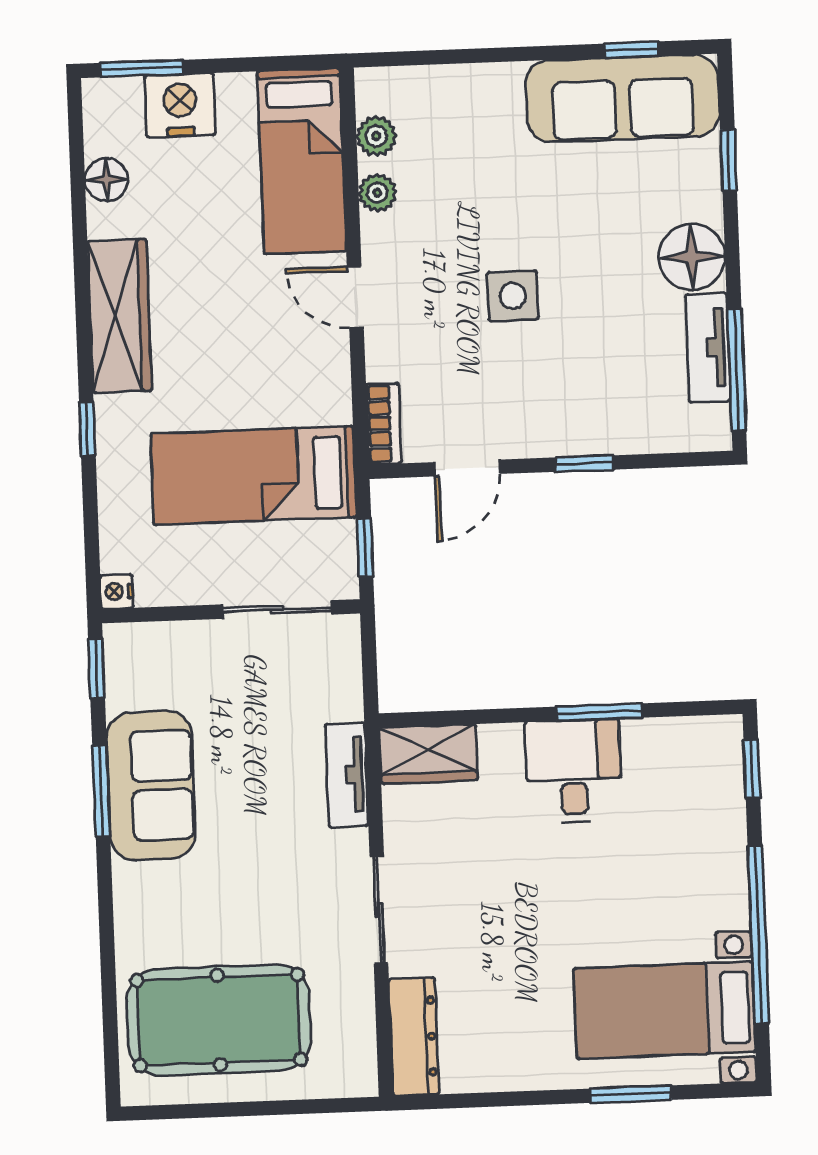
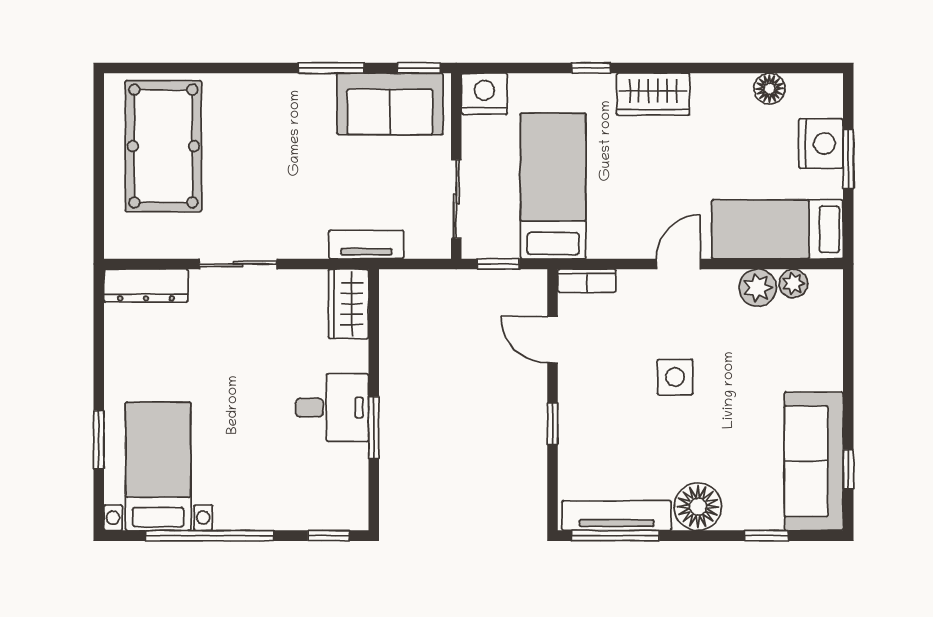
window: (142, 69) -> (848, 159), moved
plant: (377, 193) -> (758, 288), width x1.38, depth x1.38
wardrobe: (120, 316) -> (653, 94), width x0.67
tv unit: (708, 348) -> (617, 516), width x1.41
nightstand: (117, 592) -> (484, 94), width x1.89, depth x1.79
tv unit: (347, 775) -> (366, 245), moved
sofa: (151, 785) -> (390, 104), moved

